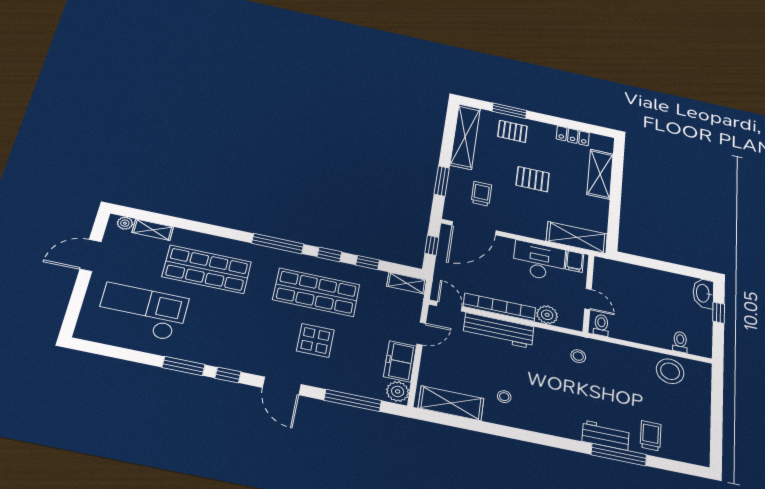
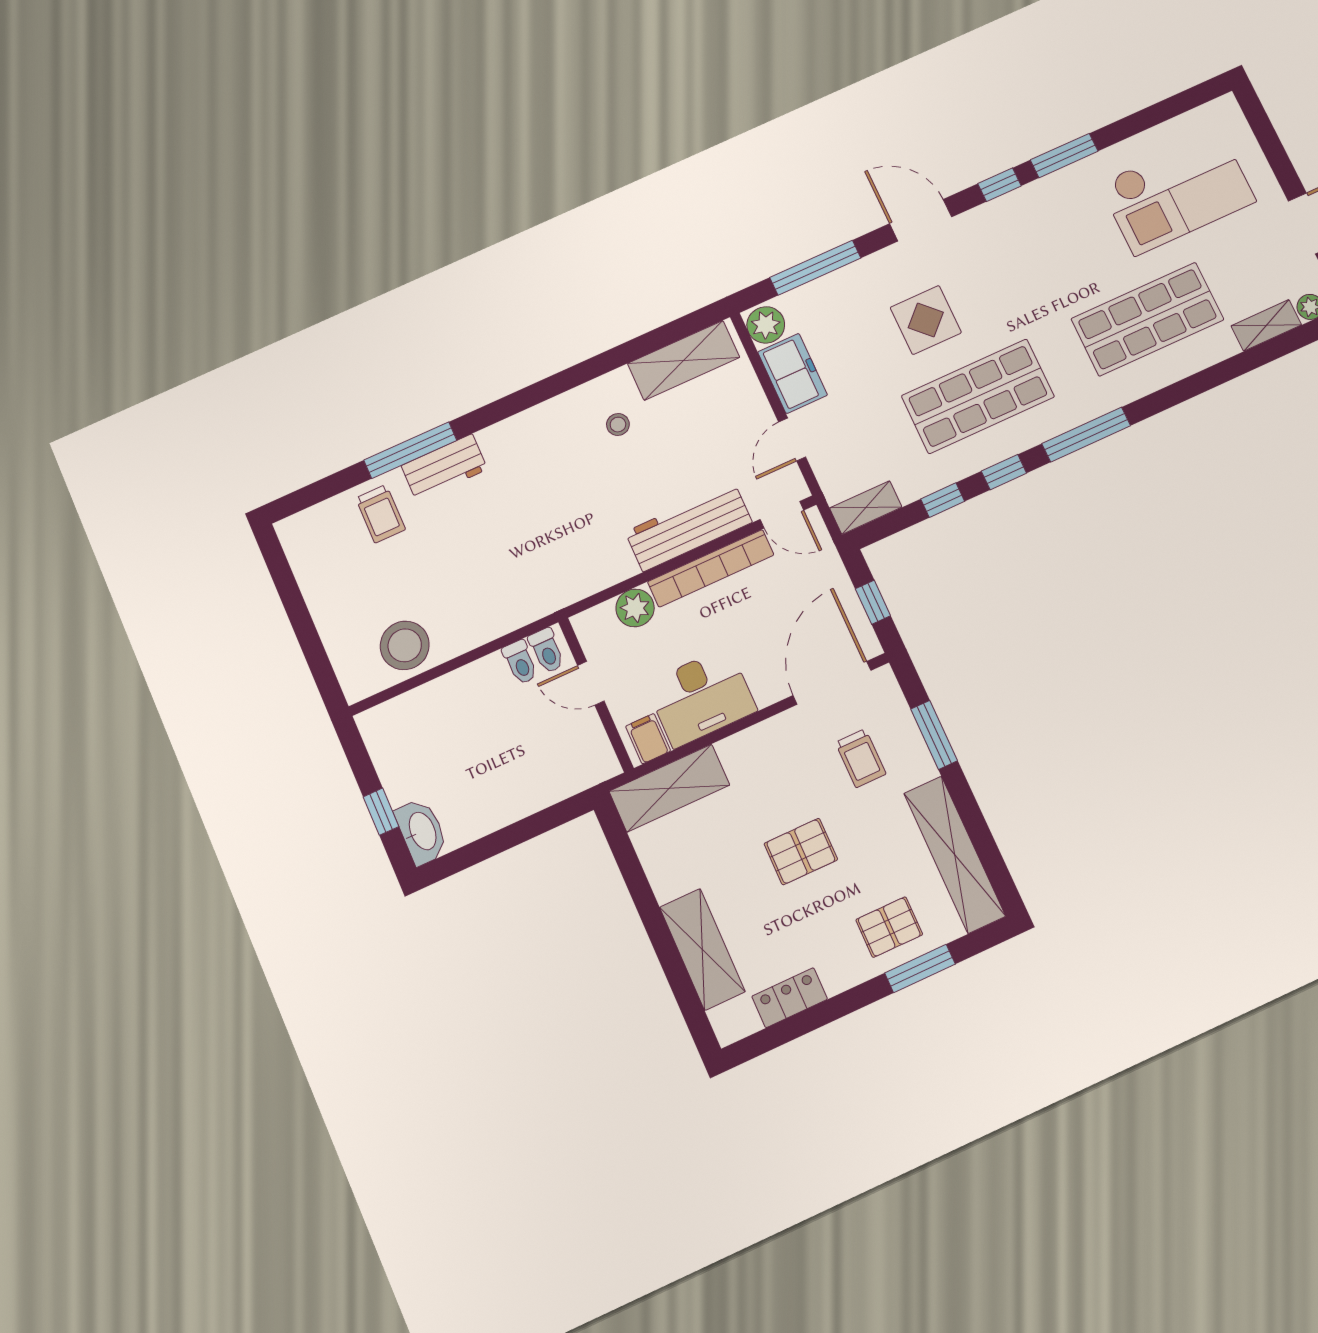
toilet: (680, 342) -> (520, 662), moved
stool: (578, 356) -> (551, 570), removed

